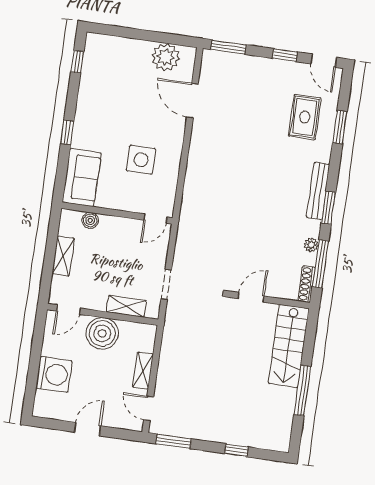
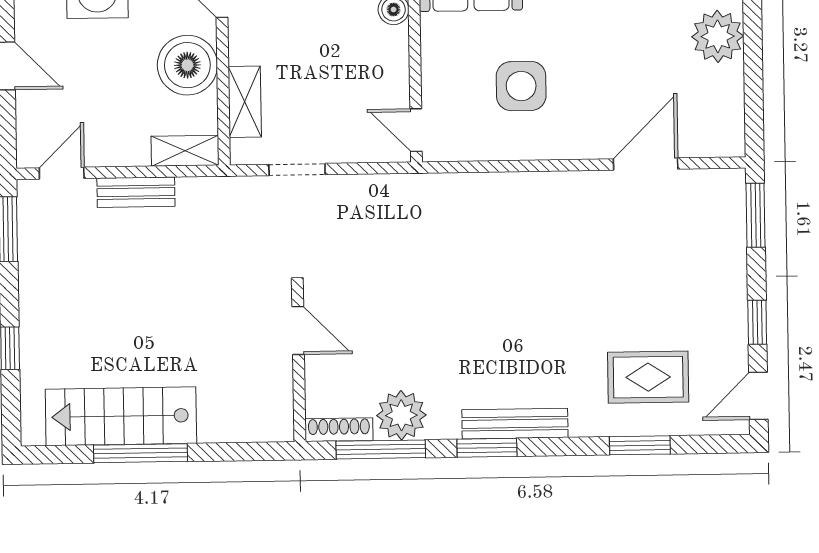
plant: (166, 57) -> (718, 36), moved
plant: (311, 245) -> (401, 415), width x1.87, depth x1.87
stairs: (289, 346) -> (121, 416), moved
shelving: (143, 371) -> (185, 151), moved
bench: (165, 371) -> (136, 192), added

